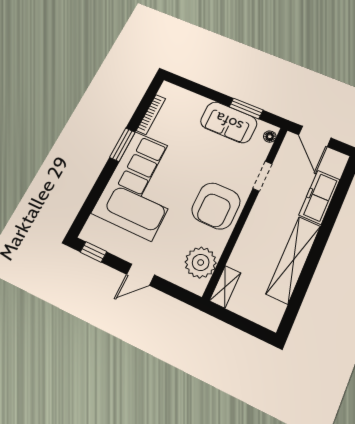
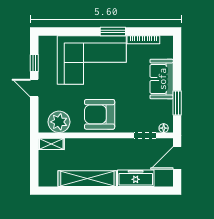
sofa: (229, 122) -> (162, 79), moved
doorway: (262, 176) -> (145, 135), moved
window: (93, 252) -> (34, 63), moved

